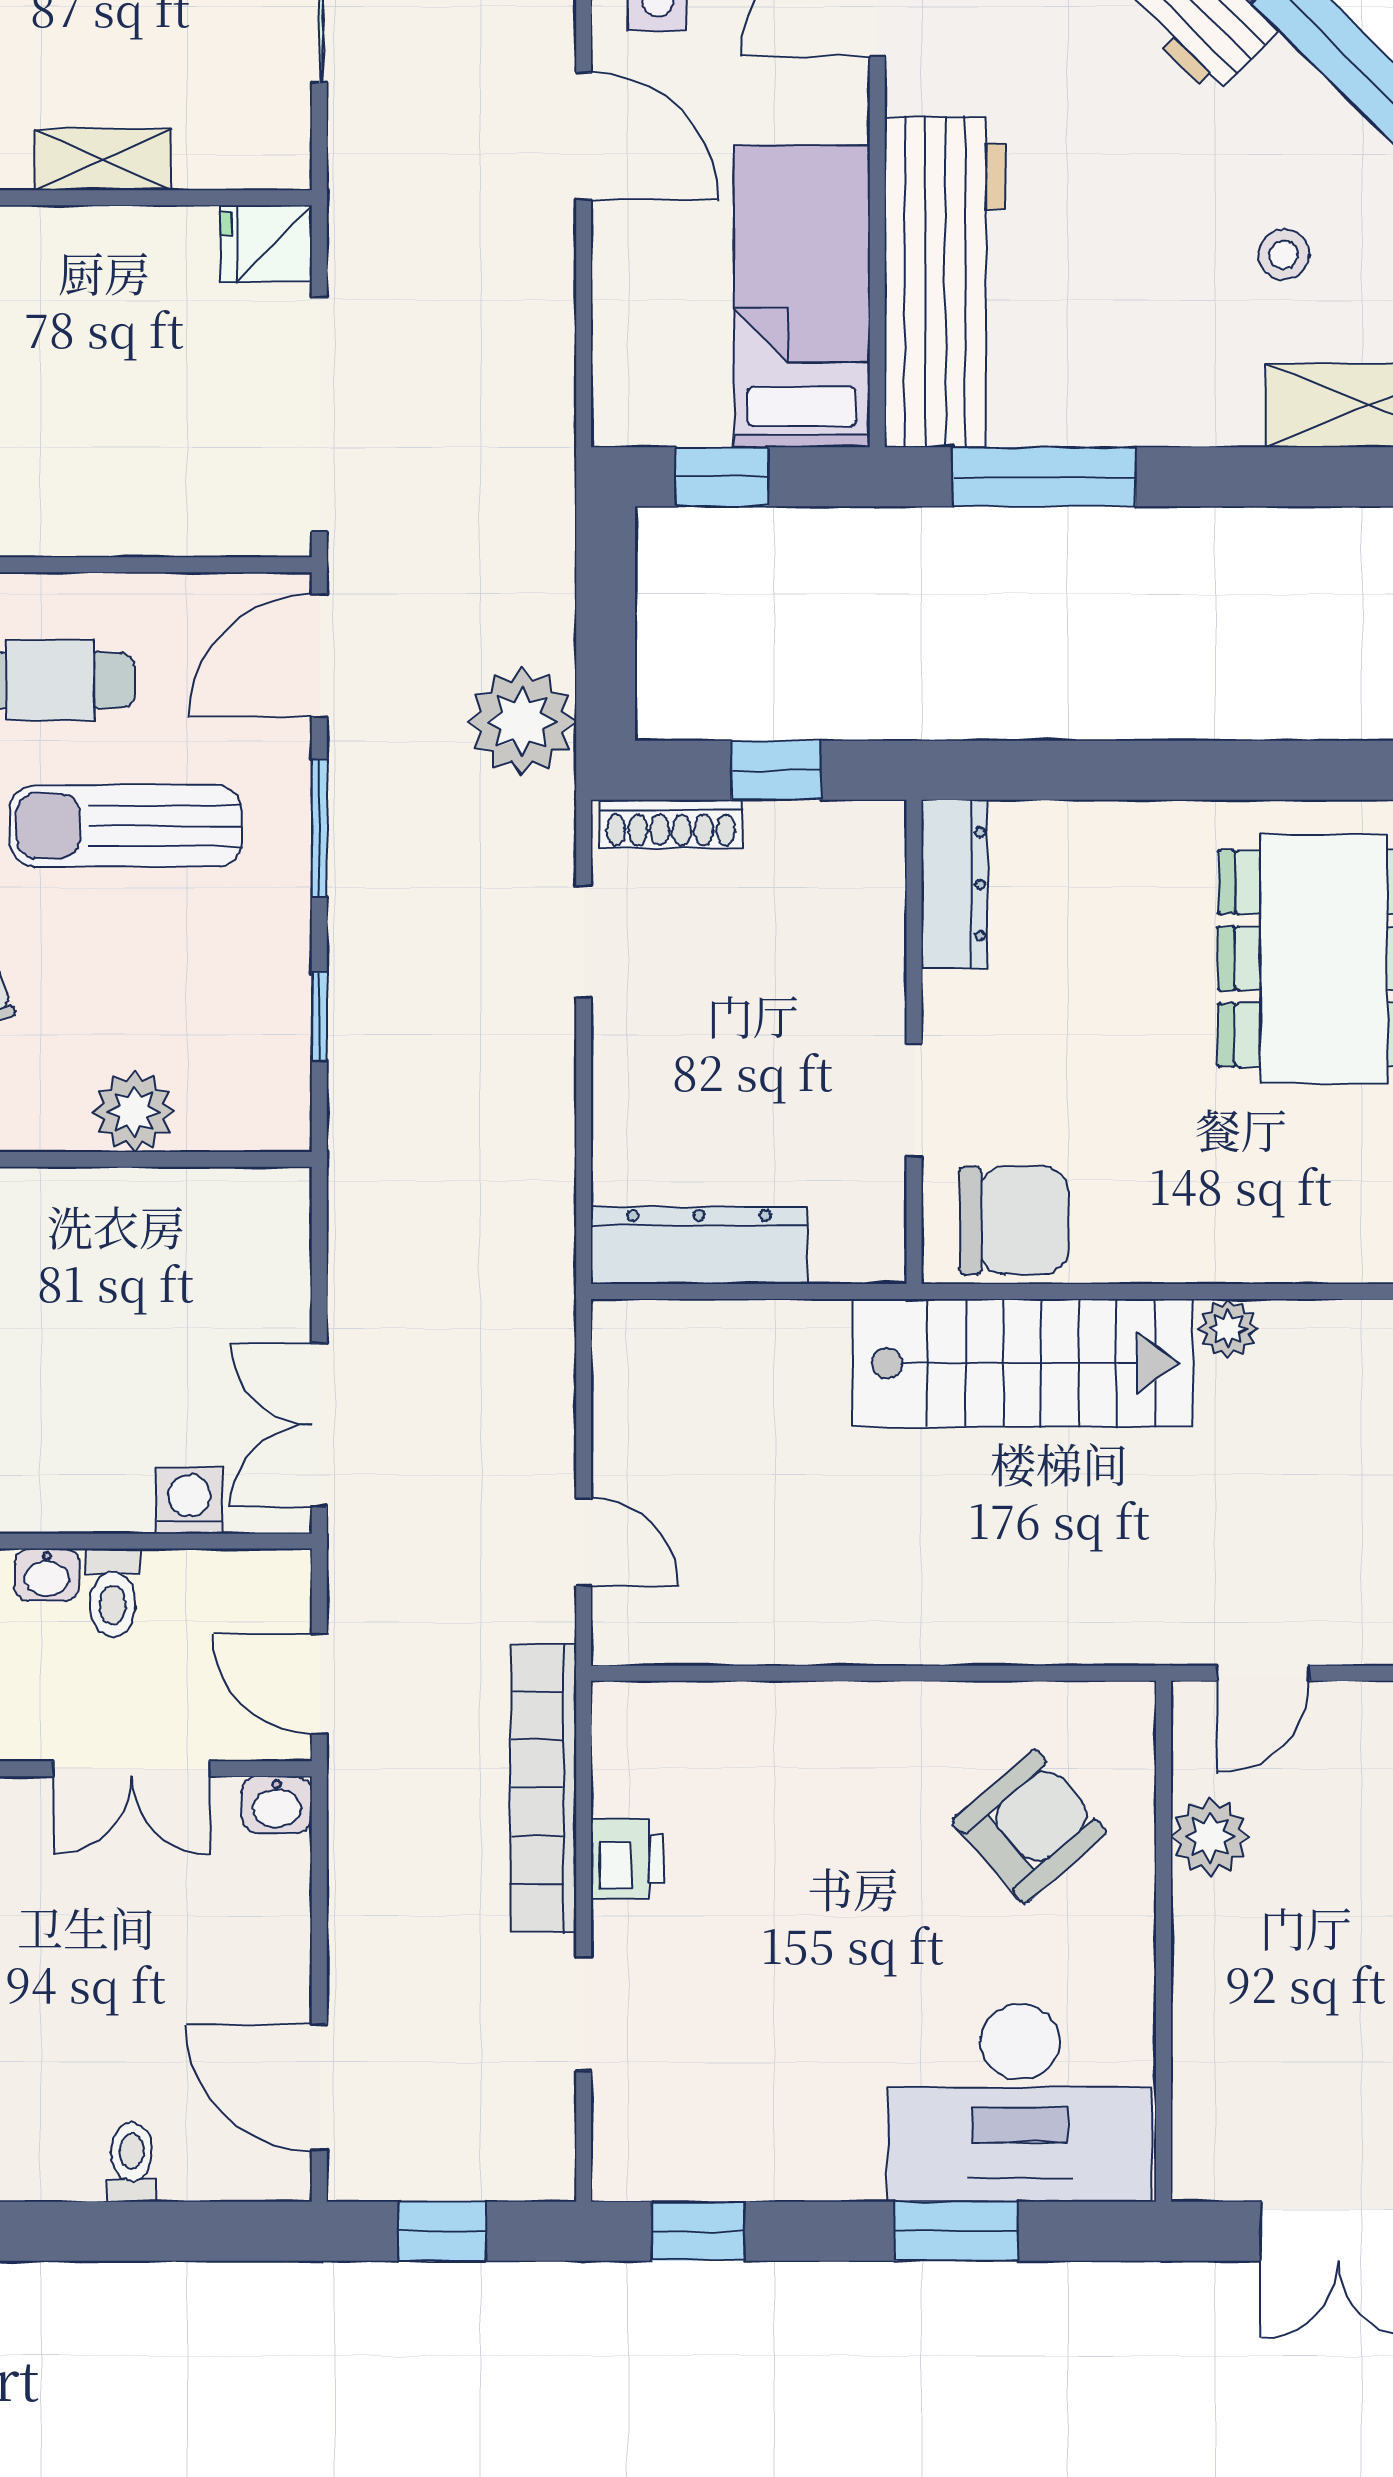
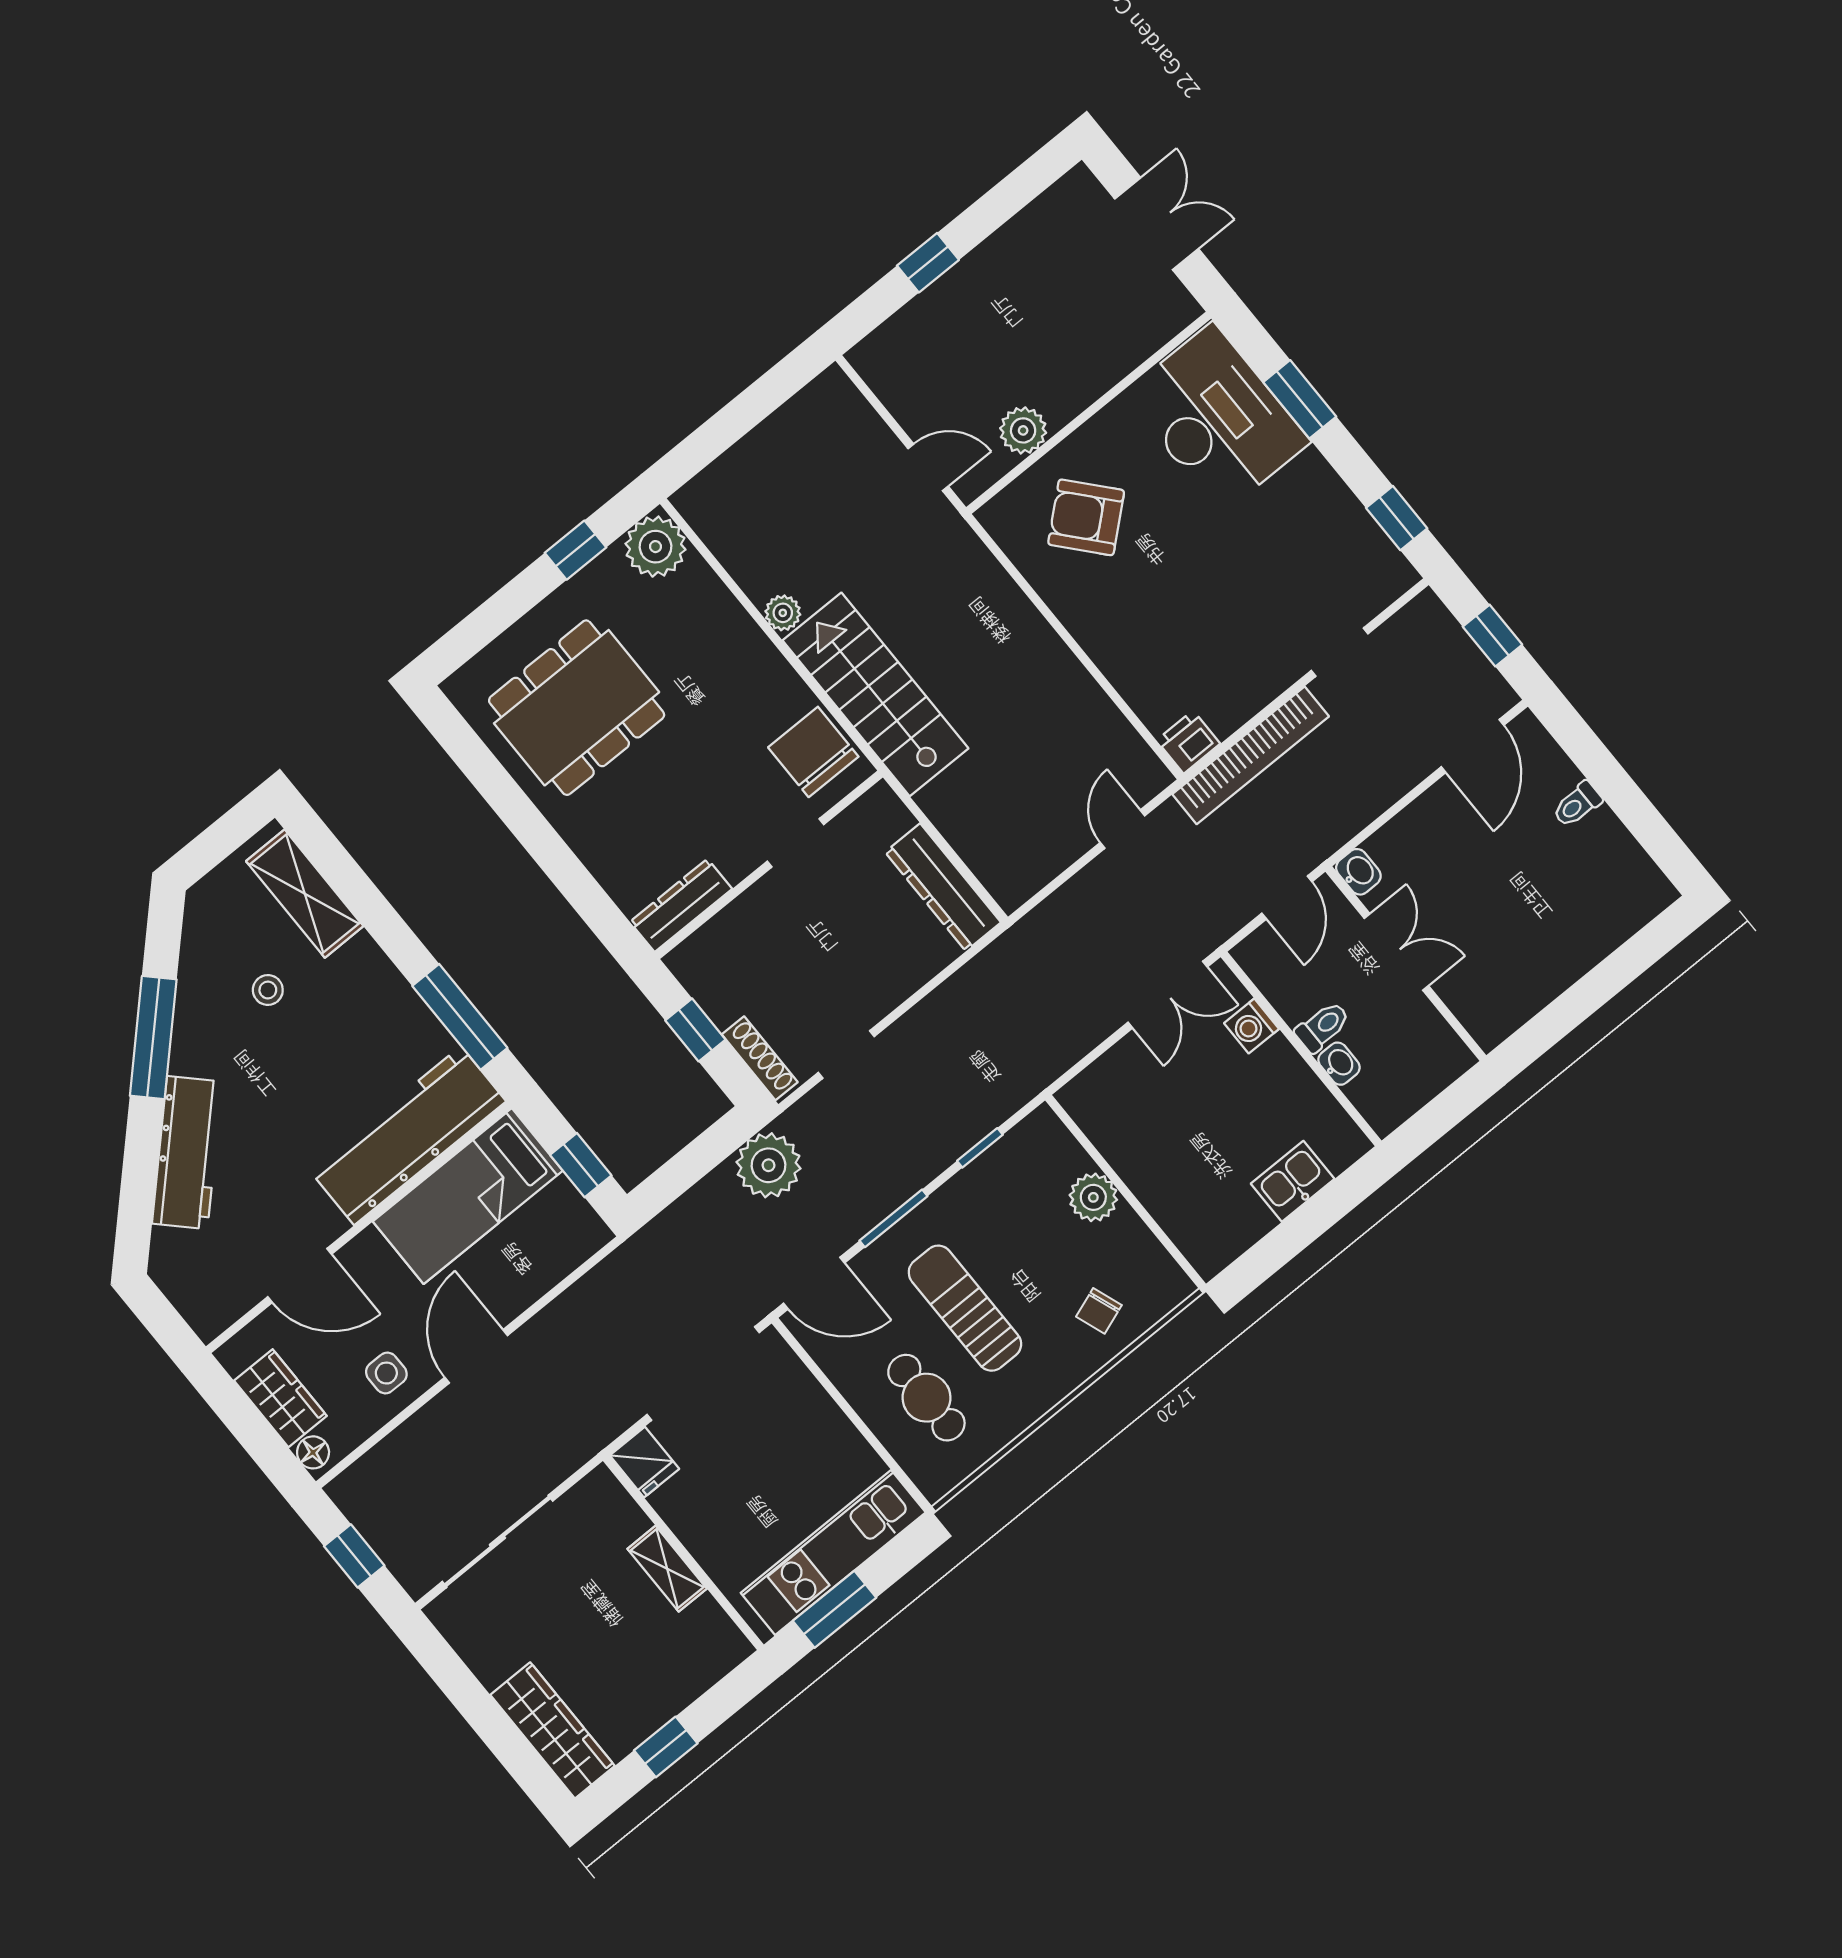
sun lounger: (126, 826) -> (965, 1308), turned 180
printer: (627, 1859) -> (1188, 742), moved

